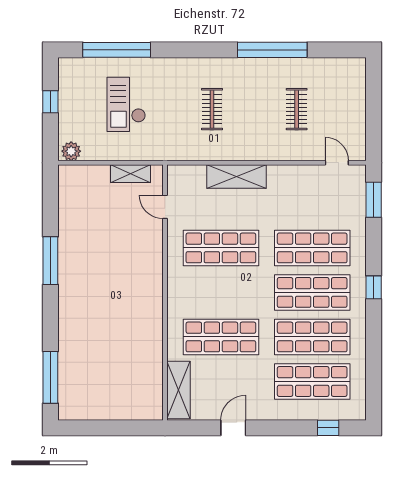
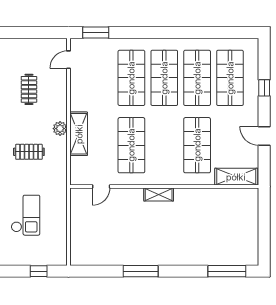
window: (50, 102) -> (39, 271), moved
checkout: (126, 104) -> (26, 215), turned -90
clothes rail: (297, 109) -> (29, 89), turned 90
plant: (71, 151) -> (60, 129), moved
shelving: (131, 174) -> (159, 195), moved, turned 90
window: (374, 287) -> (161, 32), removed
window: (328, 428) -> (264, 88), moved

